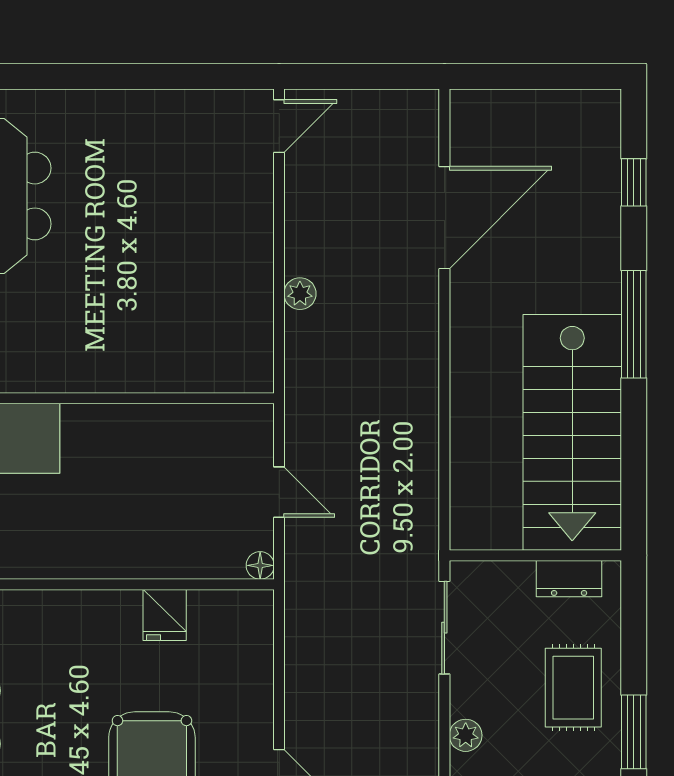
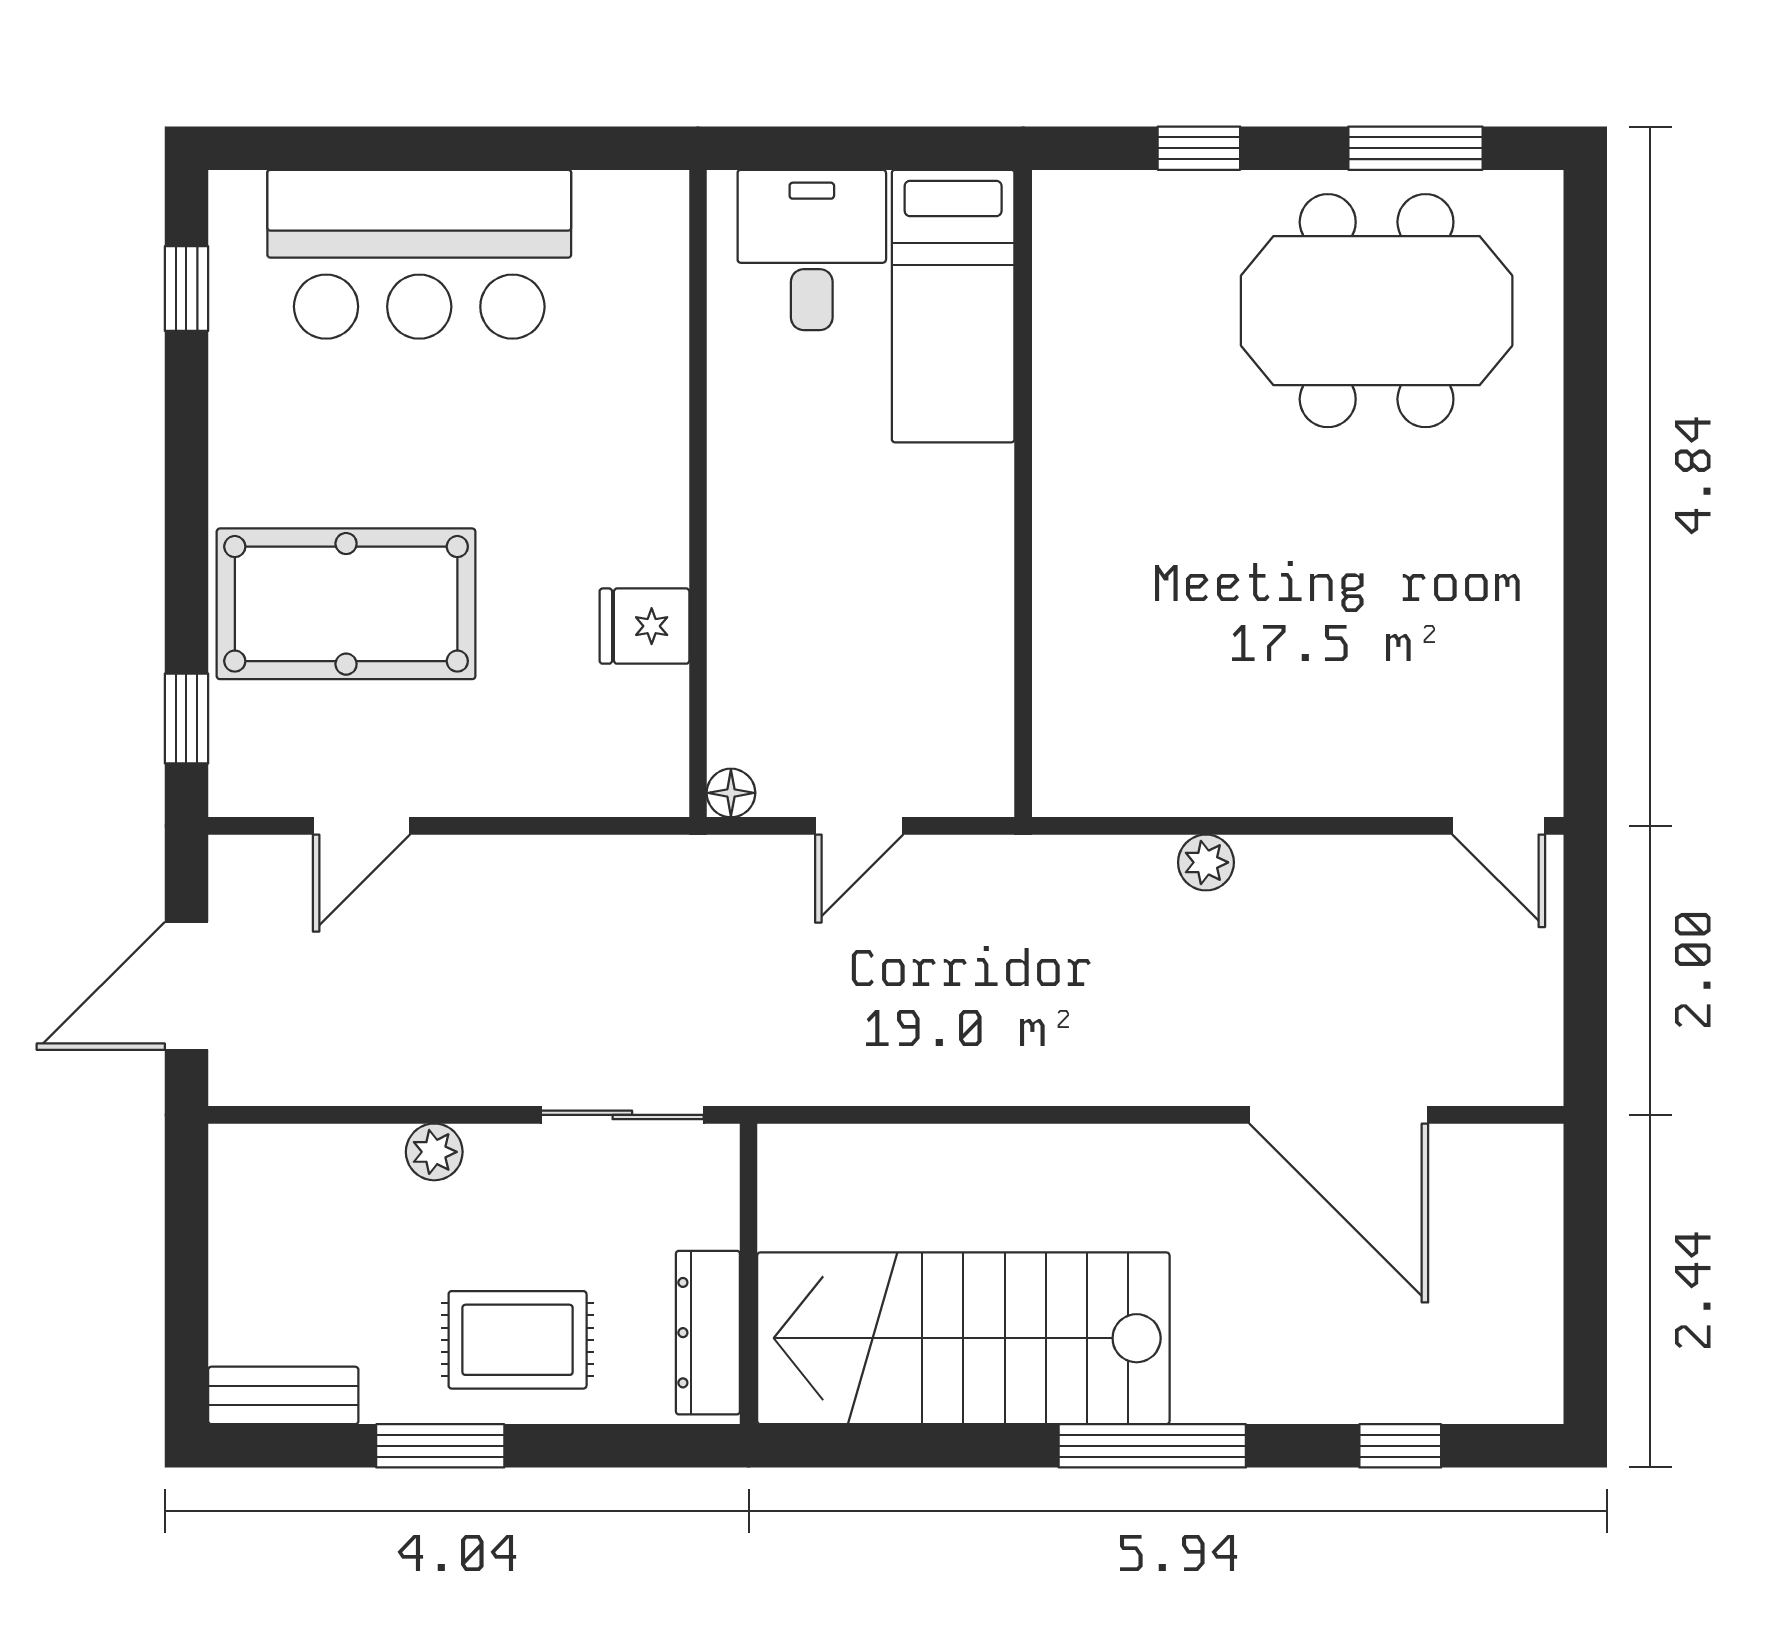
dresser: (569, 579) -> (708, 1333), width x1.44

